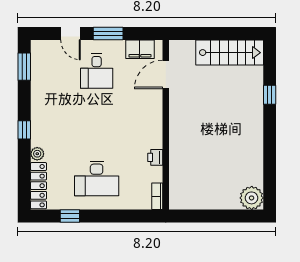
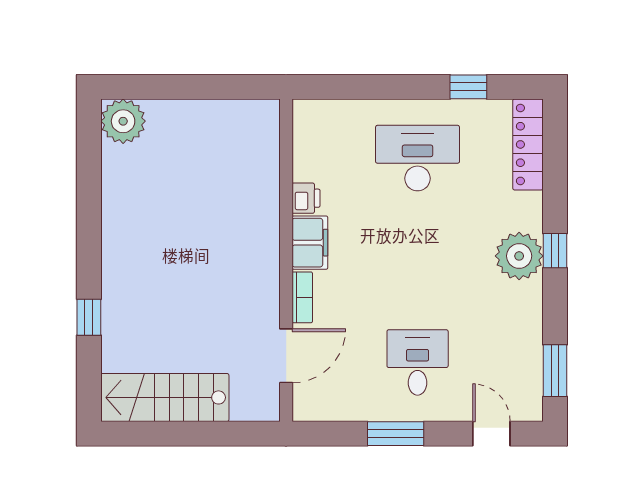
door: (71, 34) -> (491, 434), moved
filing cabinet: (140, 49) -> (310, 243), moved, turned 90
plant: (37, 154) -> (519, 256), moved, width x1.88, depth x1.88
bookcase: (157, 196) -> (302, 297), moved

